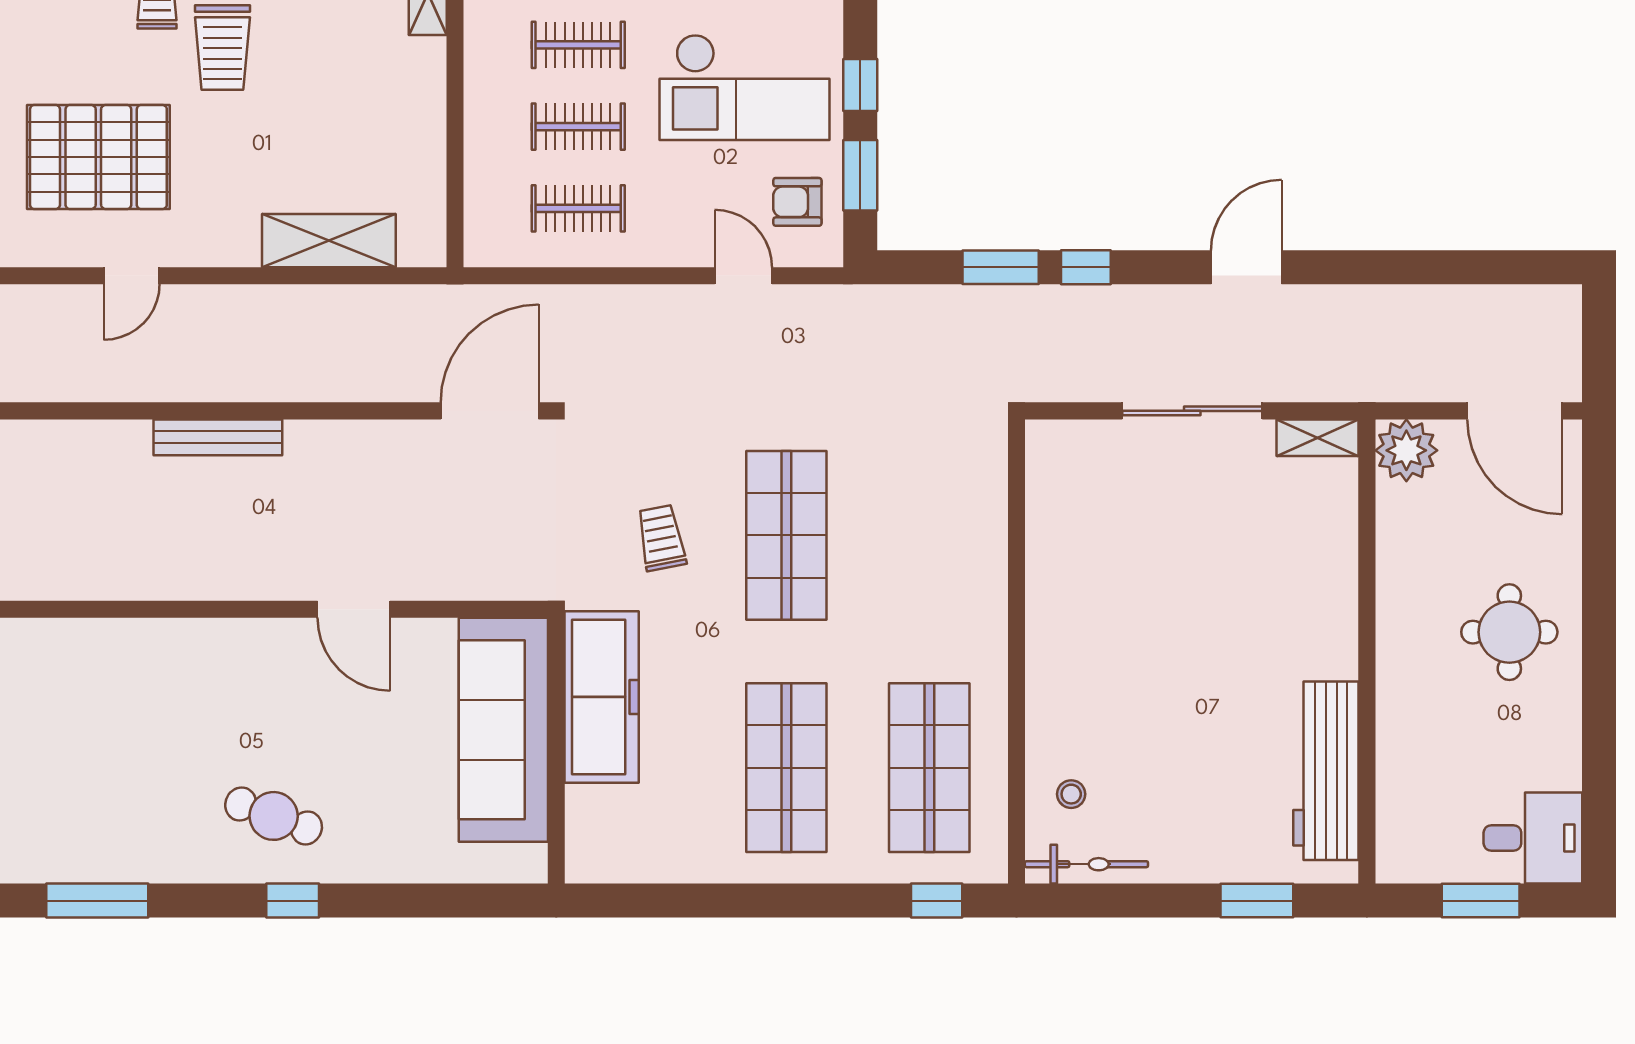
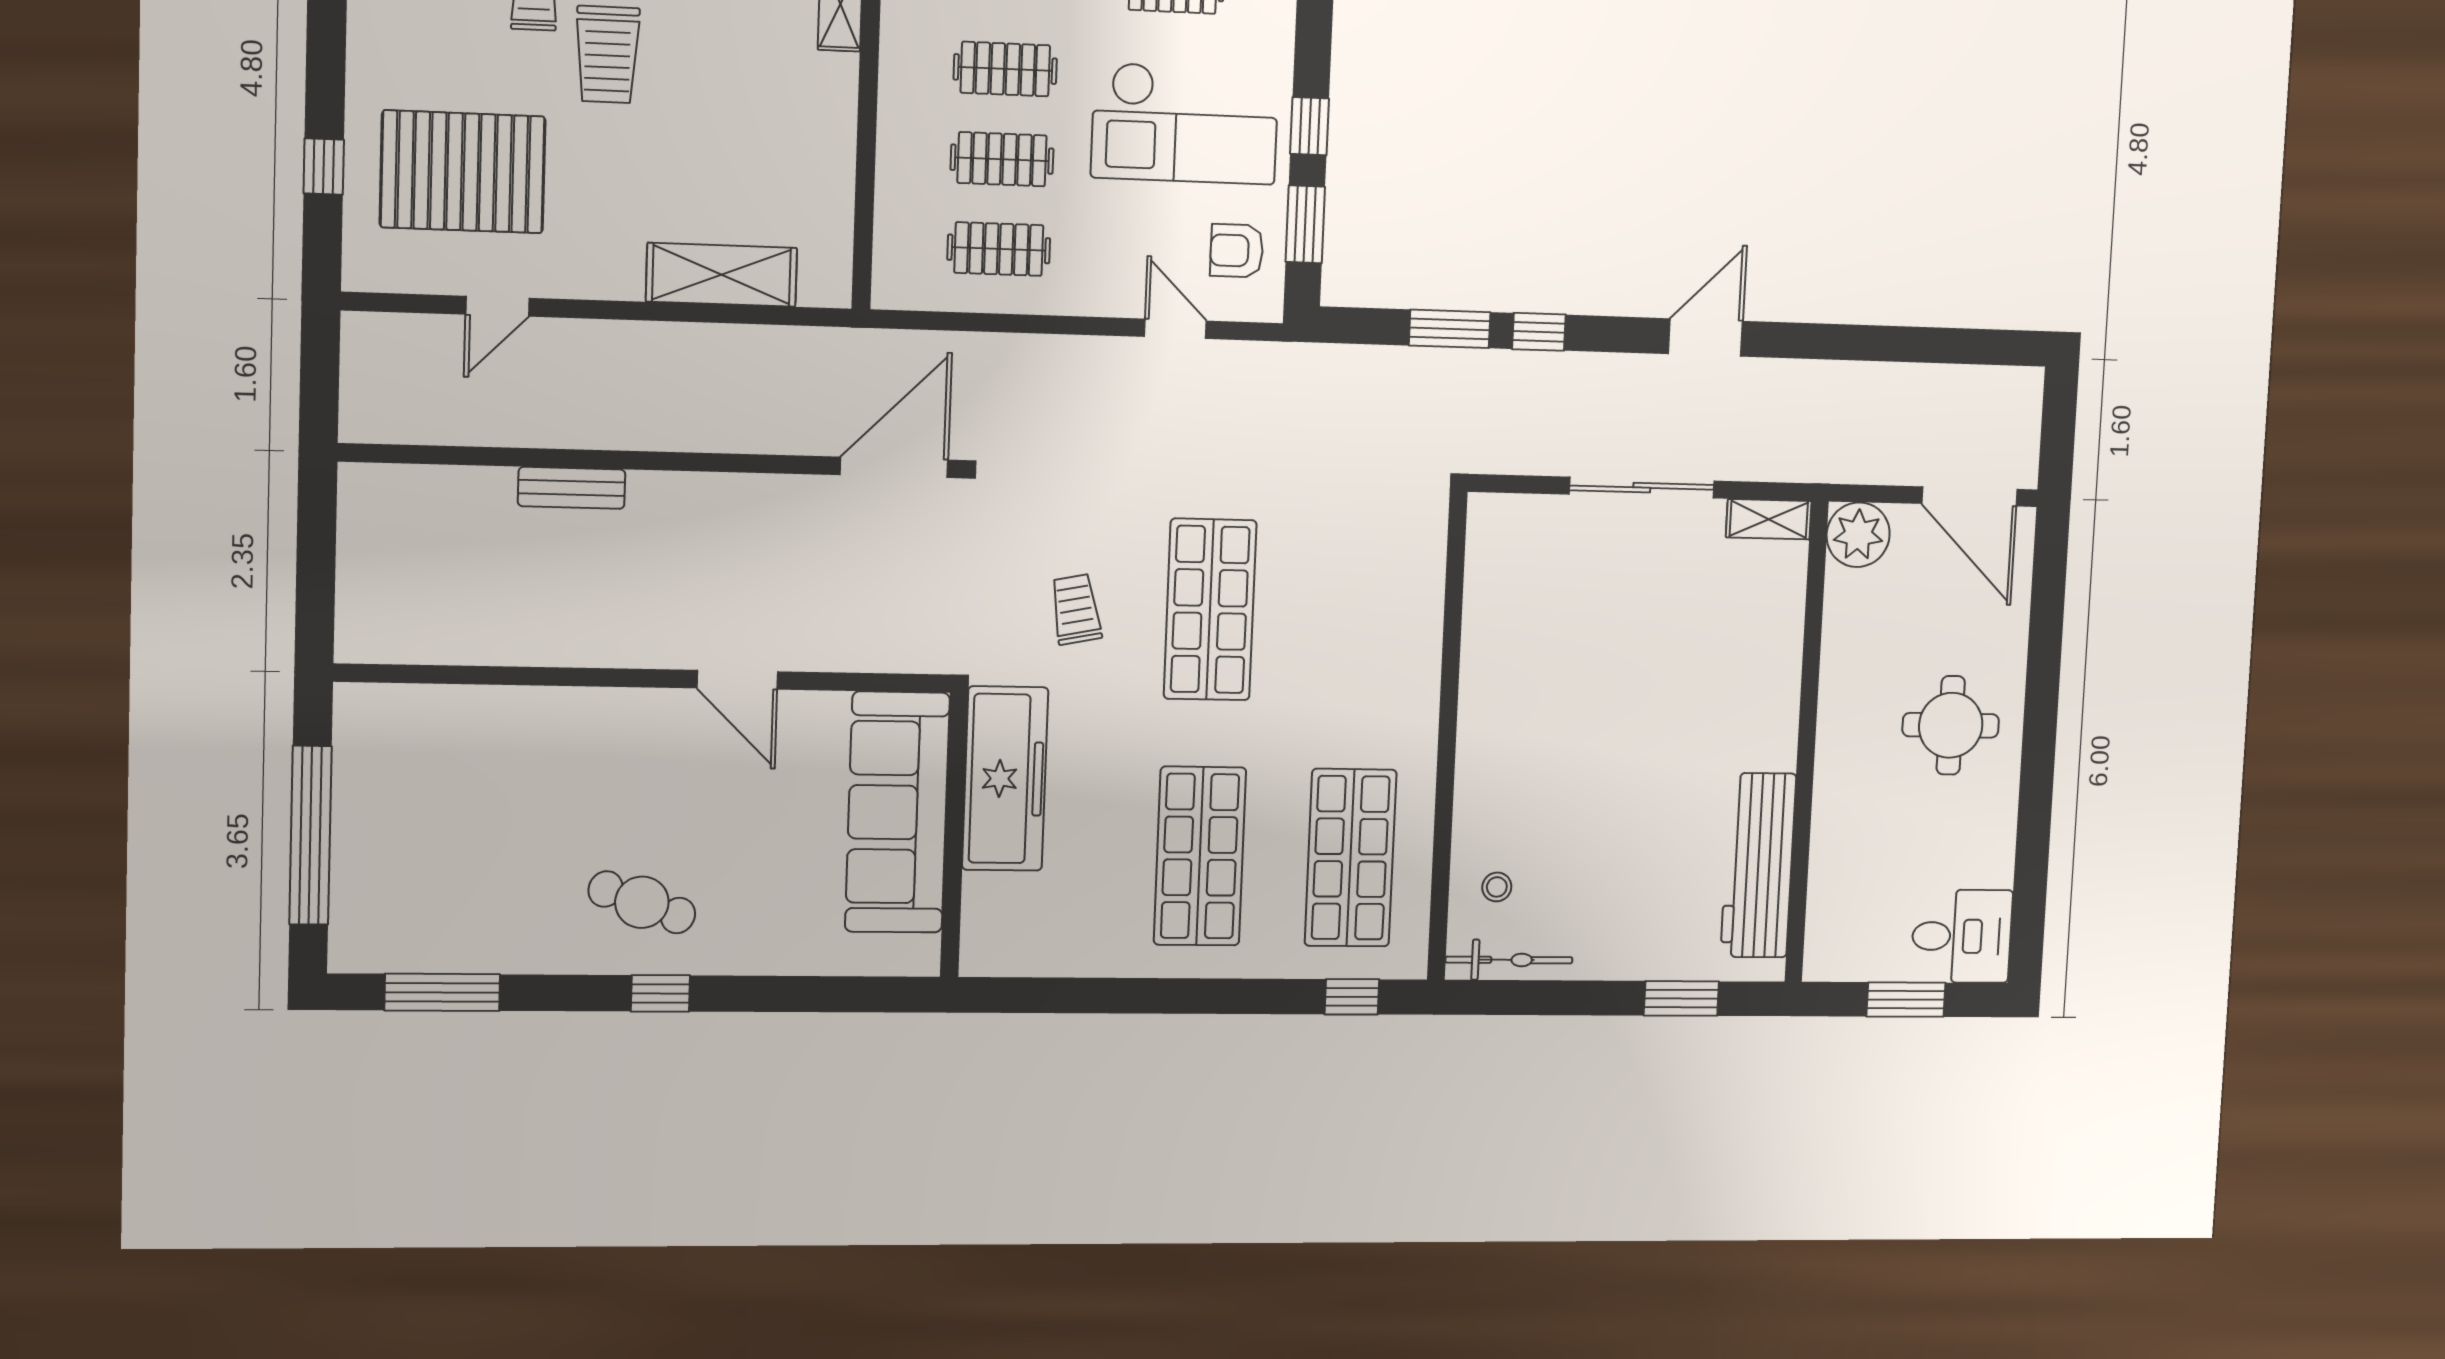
bench: (218, 437) -> (572, 488), width x0.73

